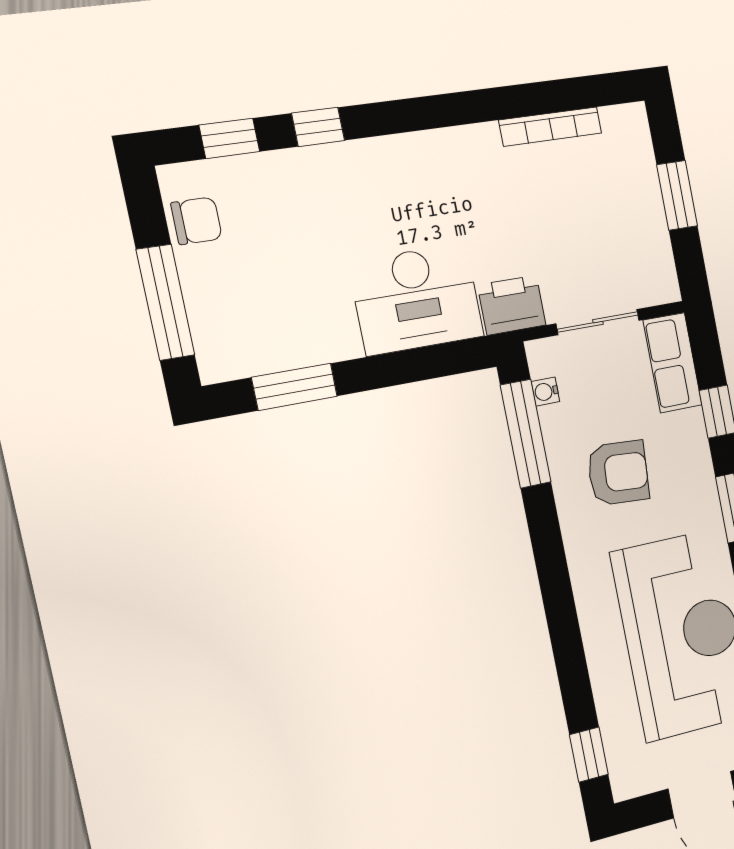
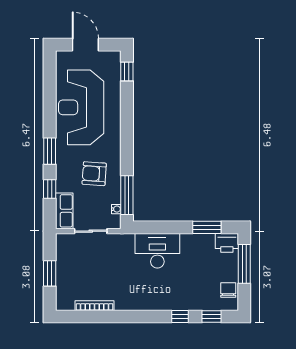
chair: (197, 221) -> (228, 290), turned 90
printer: (512, 305) -> (227, 243), moved

